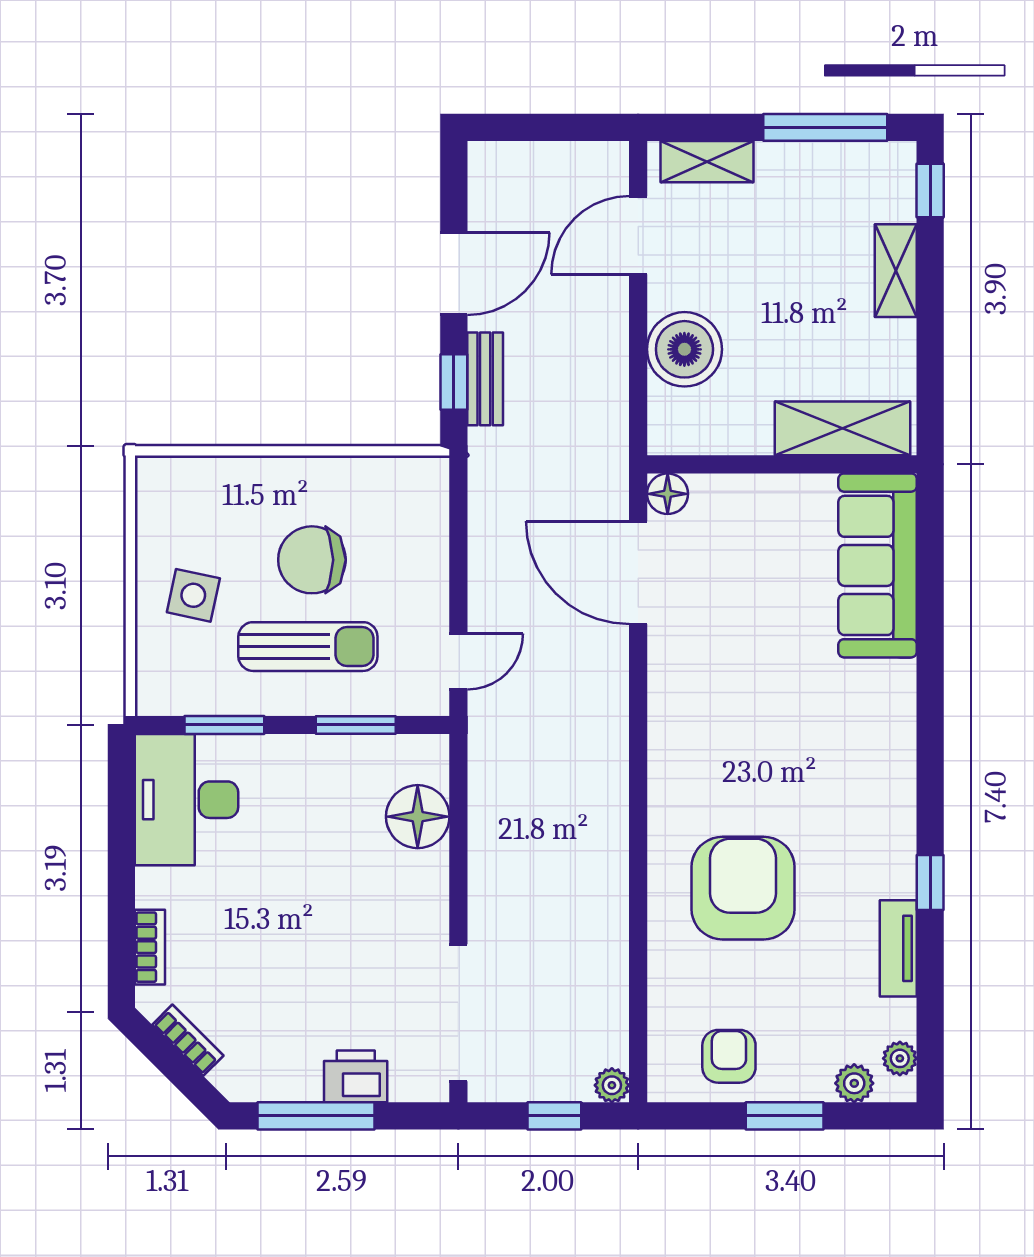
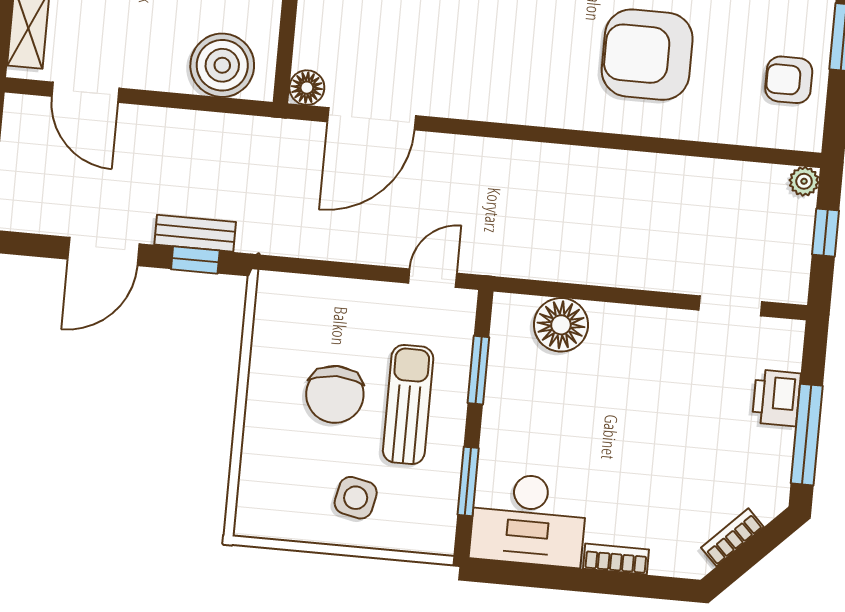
door: (454, 274) -> (103, 251), swing flipped
boiler: (684, 349) -> (222, 65), moved
door: (458, 662) -> (433, 278), hinge flipped
bookcase: (150, 947) -> (616, 559), moved
doorway: (458, 1013) -> (730, 306), width x0.53

